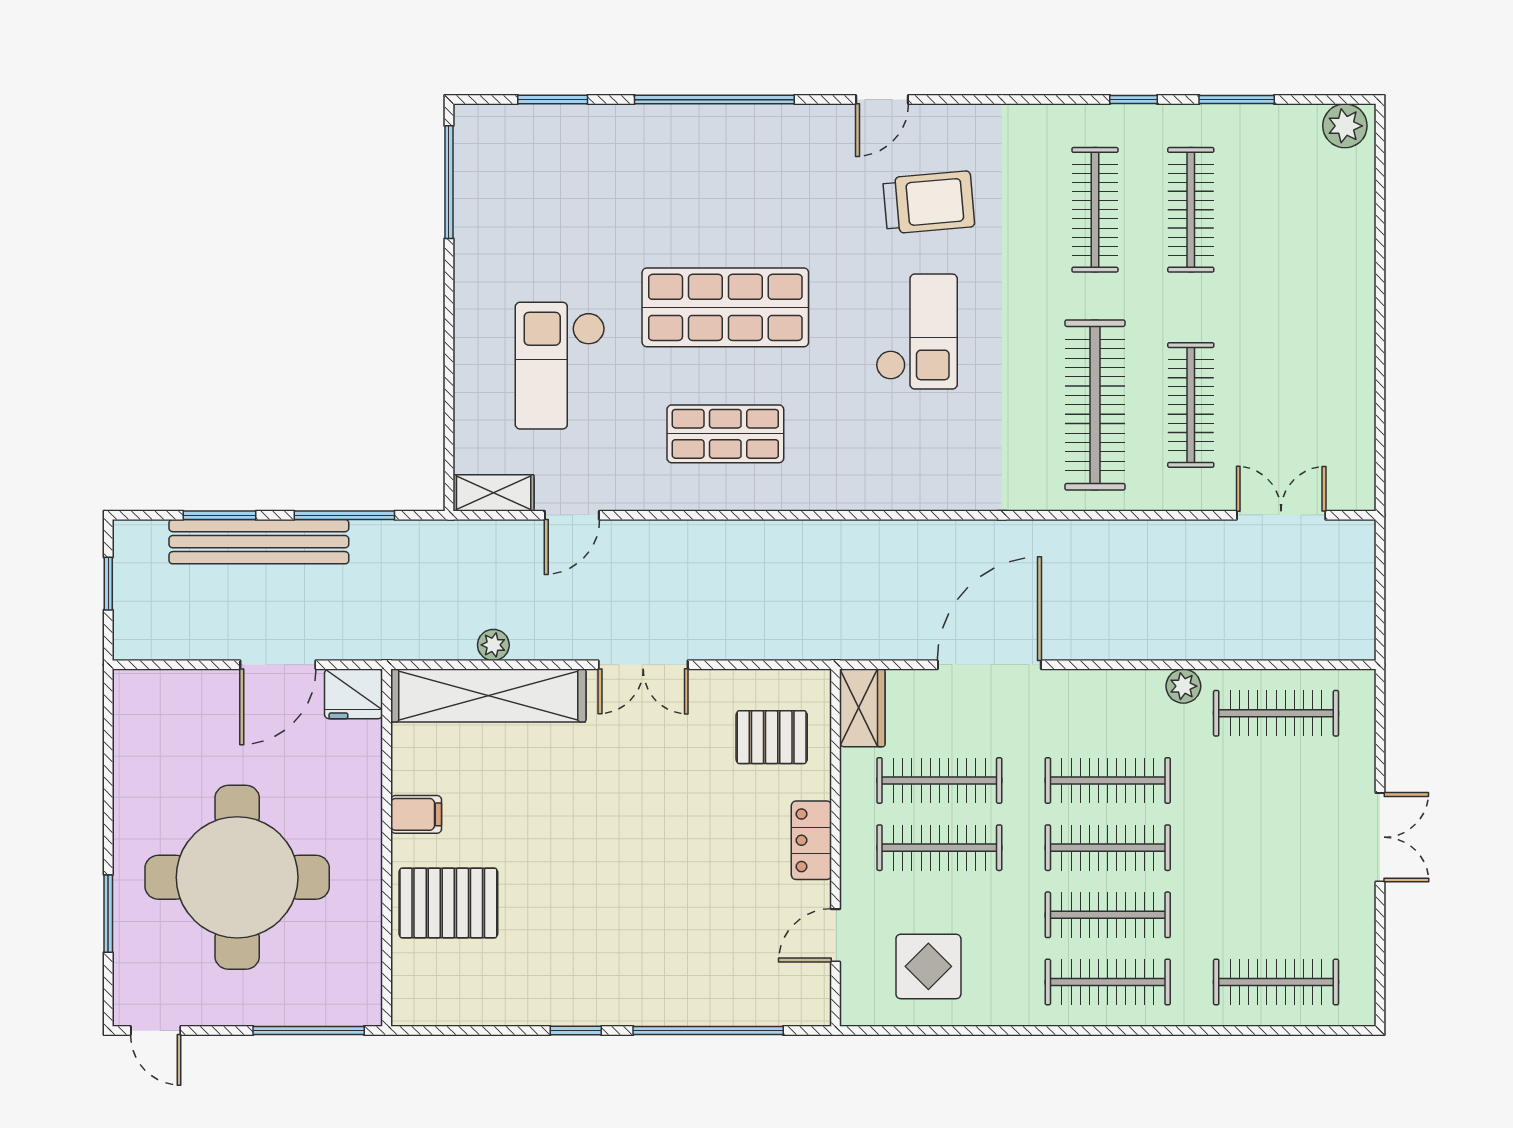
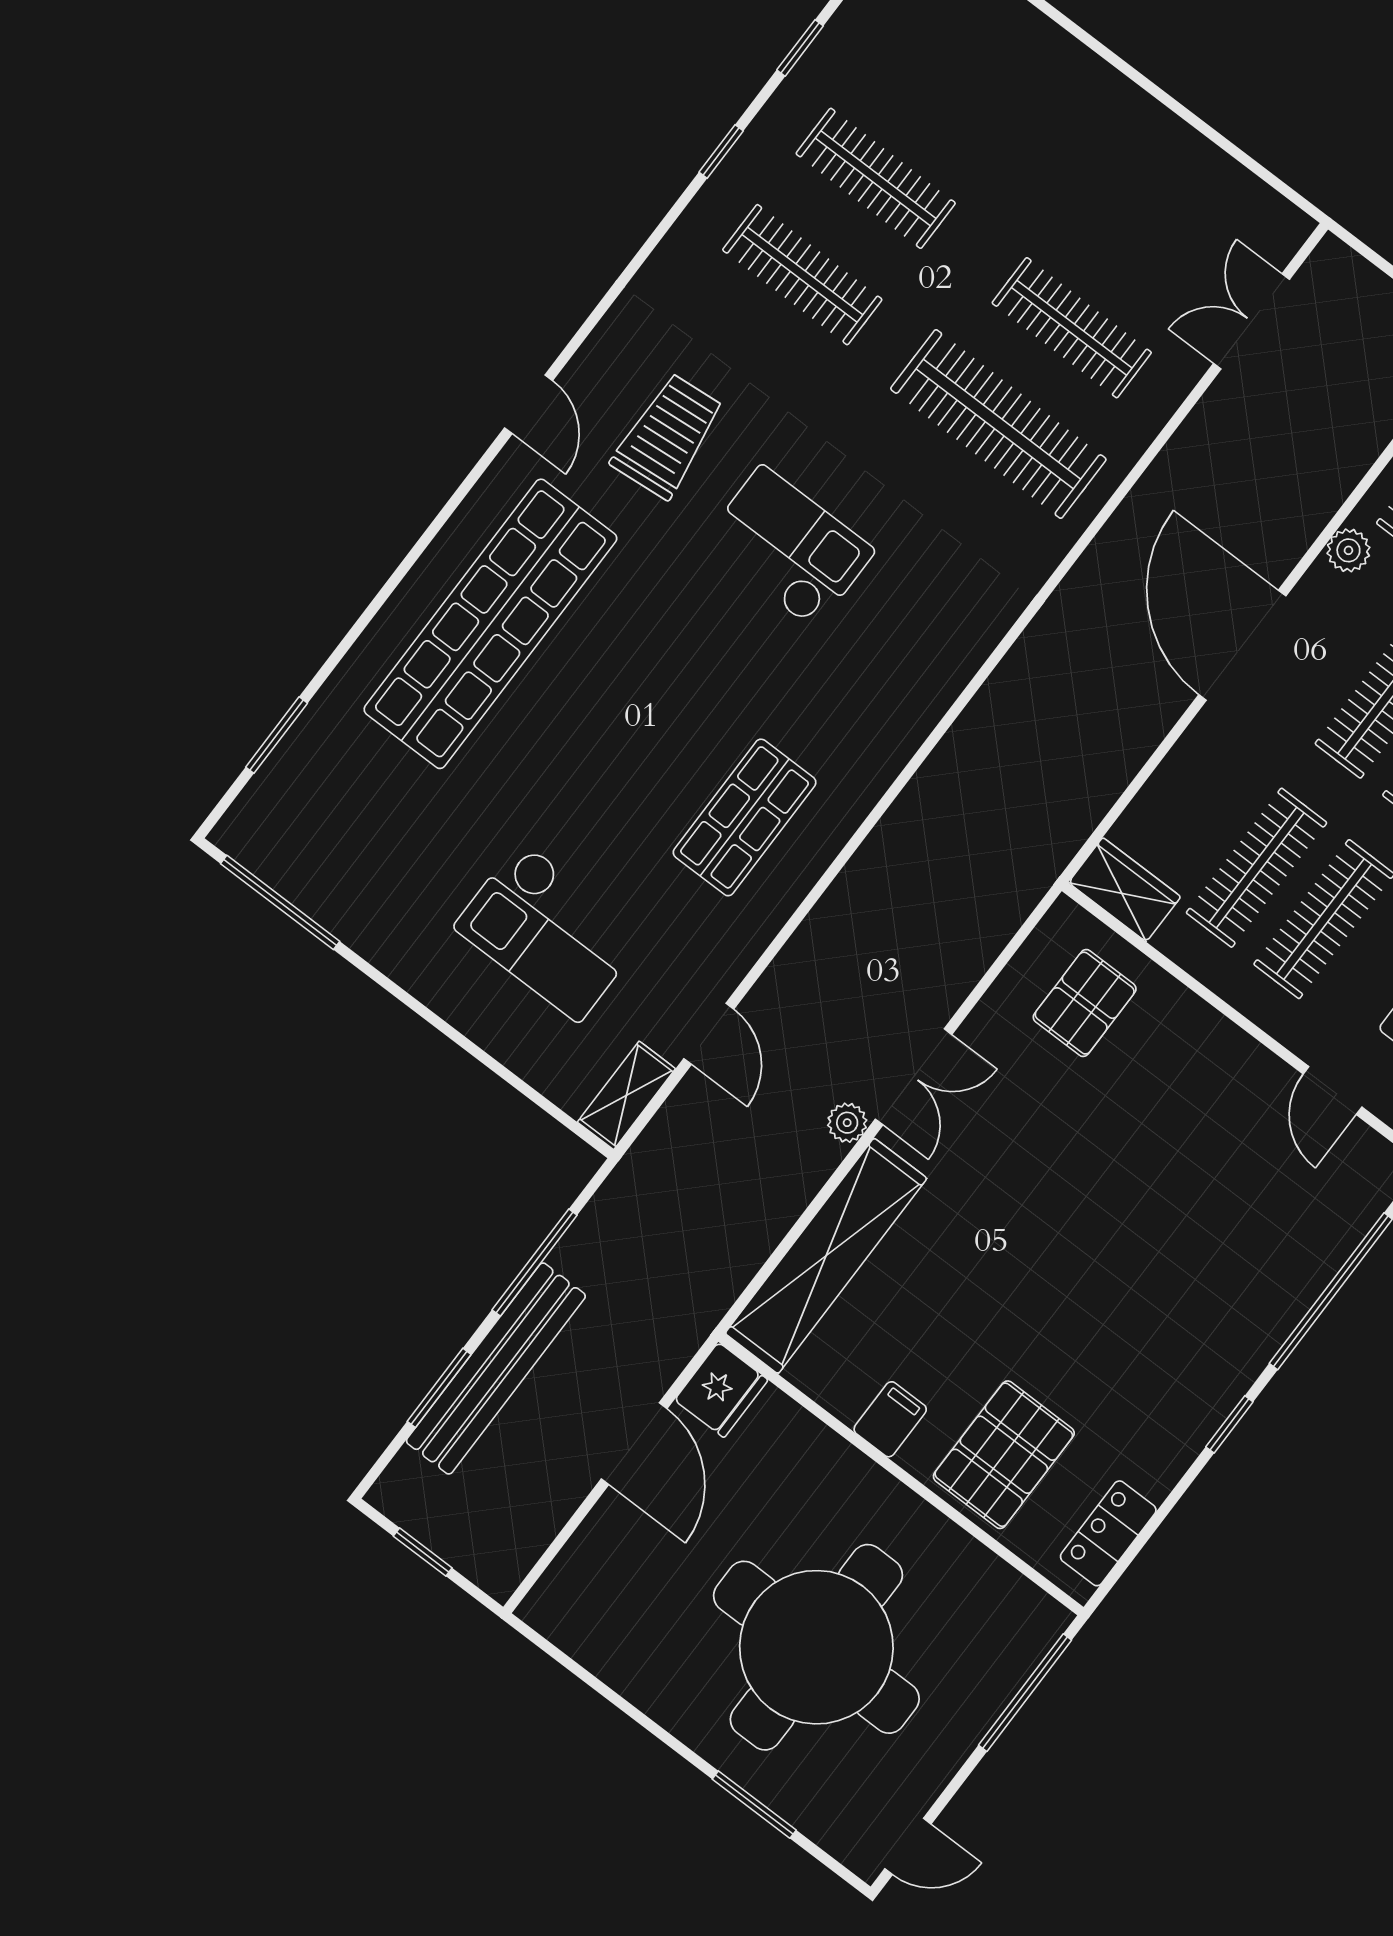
window: (714, 100) -> (400, 573), removed
window: (1237, 100) -> (800, 48), width x0.67
shop shelf: (725, 307) -> (490, 624), moved, width x1.40
plant: (493, 645) -> (847, 1123), moved
door: (989, 665) -> (1242, 645), moved
locker: (811, 840) -> (1108, 1533), moved, turned 90

